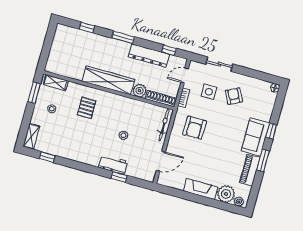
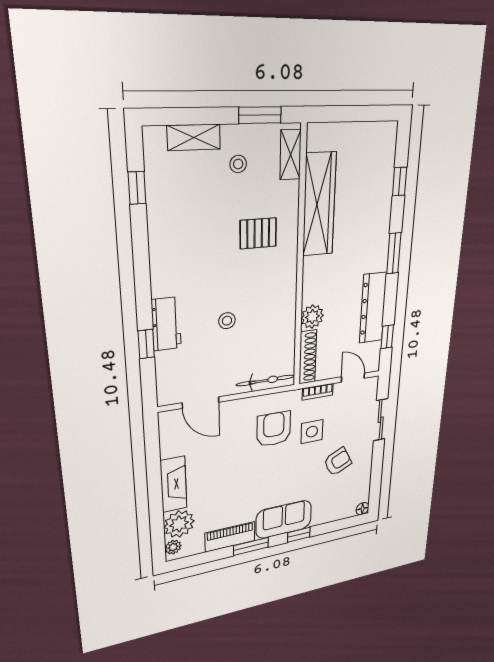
wardrobe: (108, 80) -> (319, 205), moved
side table: (209, 92) -> (312, 432), moved
armchair: (195, 128) -> (274, 429), turned 90
shelving: (31, 136) -> (194, 137), moved

